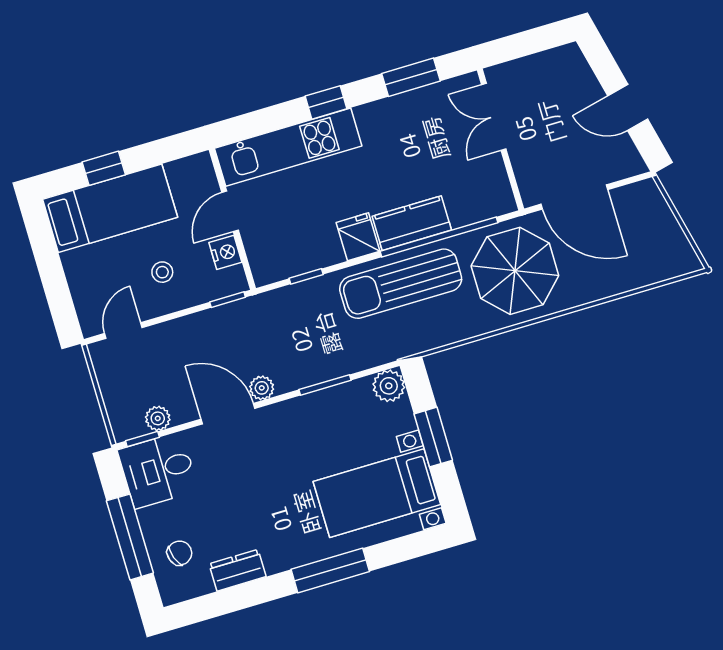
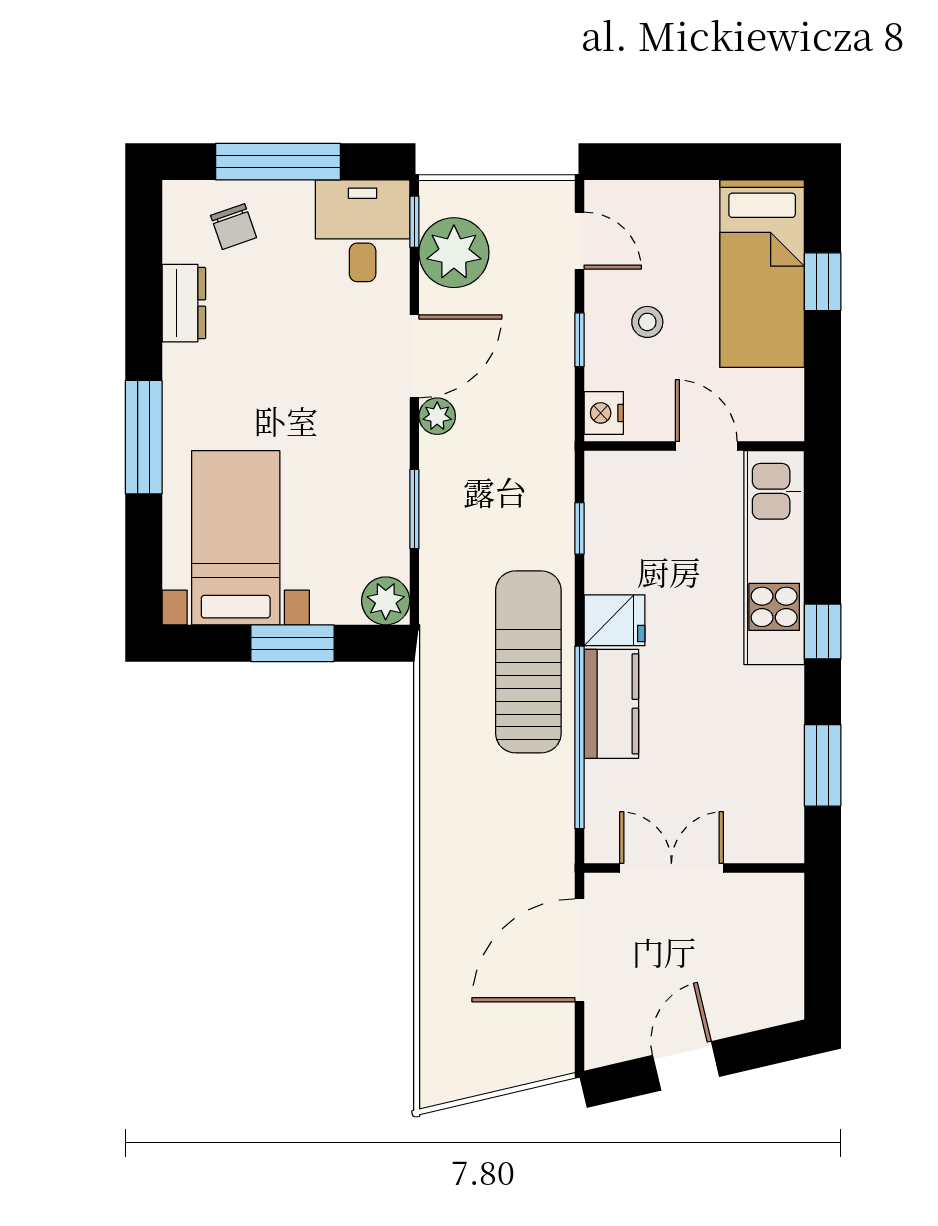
double door: (494, 117) -> (671, 868), moved
nightstand: (225, 252) -> (604, 413), moved, turned 90
parasol: (515, 271) -> (498, 833), removed
window: (228, 300) -> (580, 340), moved
plant: (158, 418) -> (454, 253), width x1.87, depth x1.87

